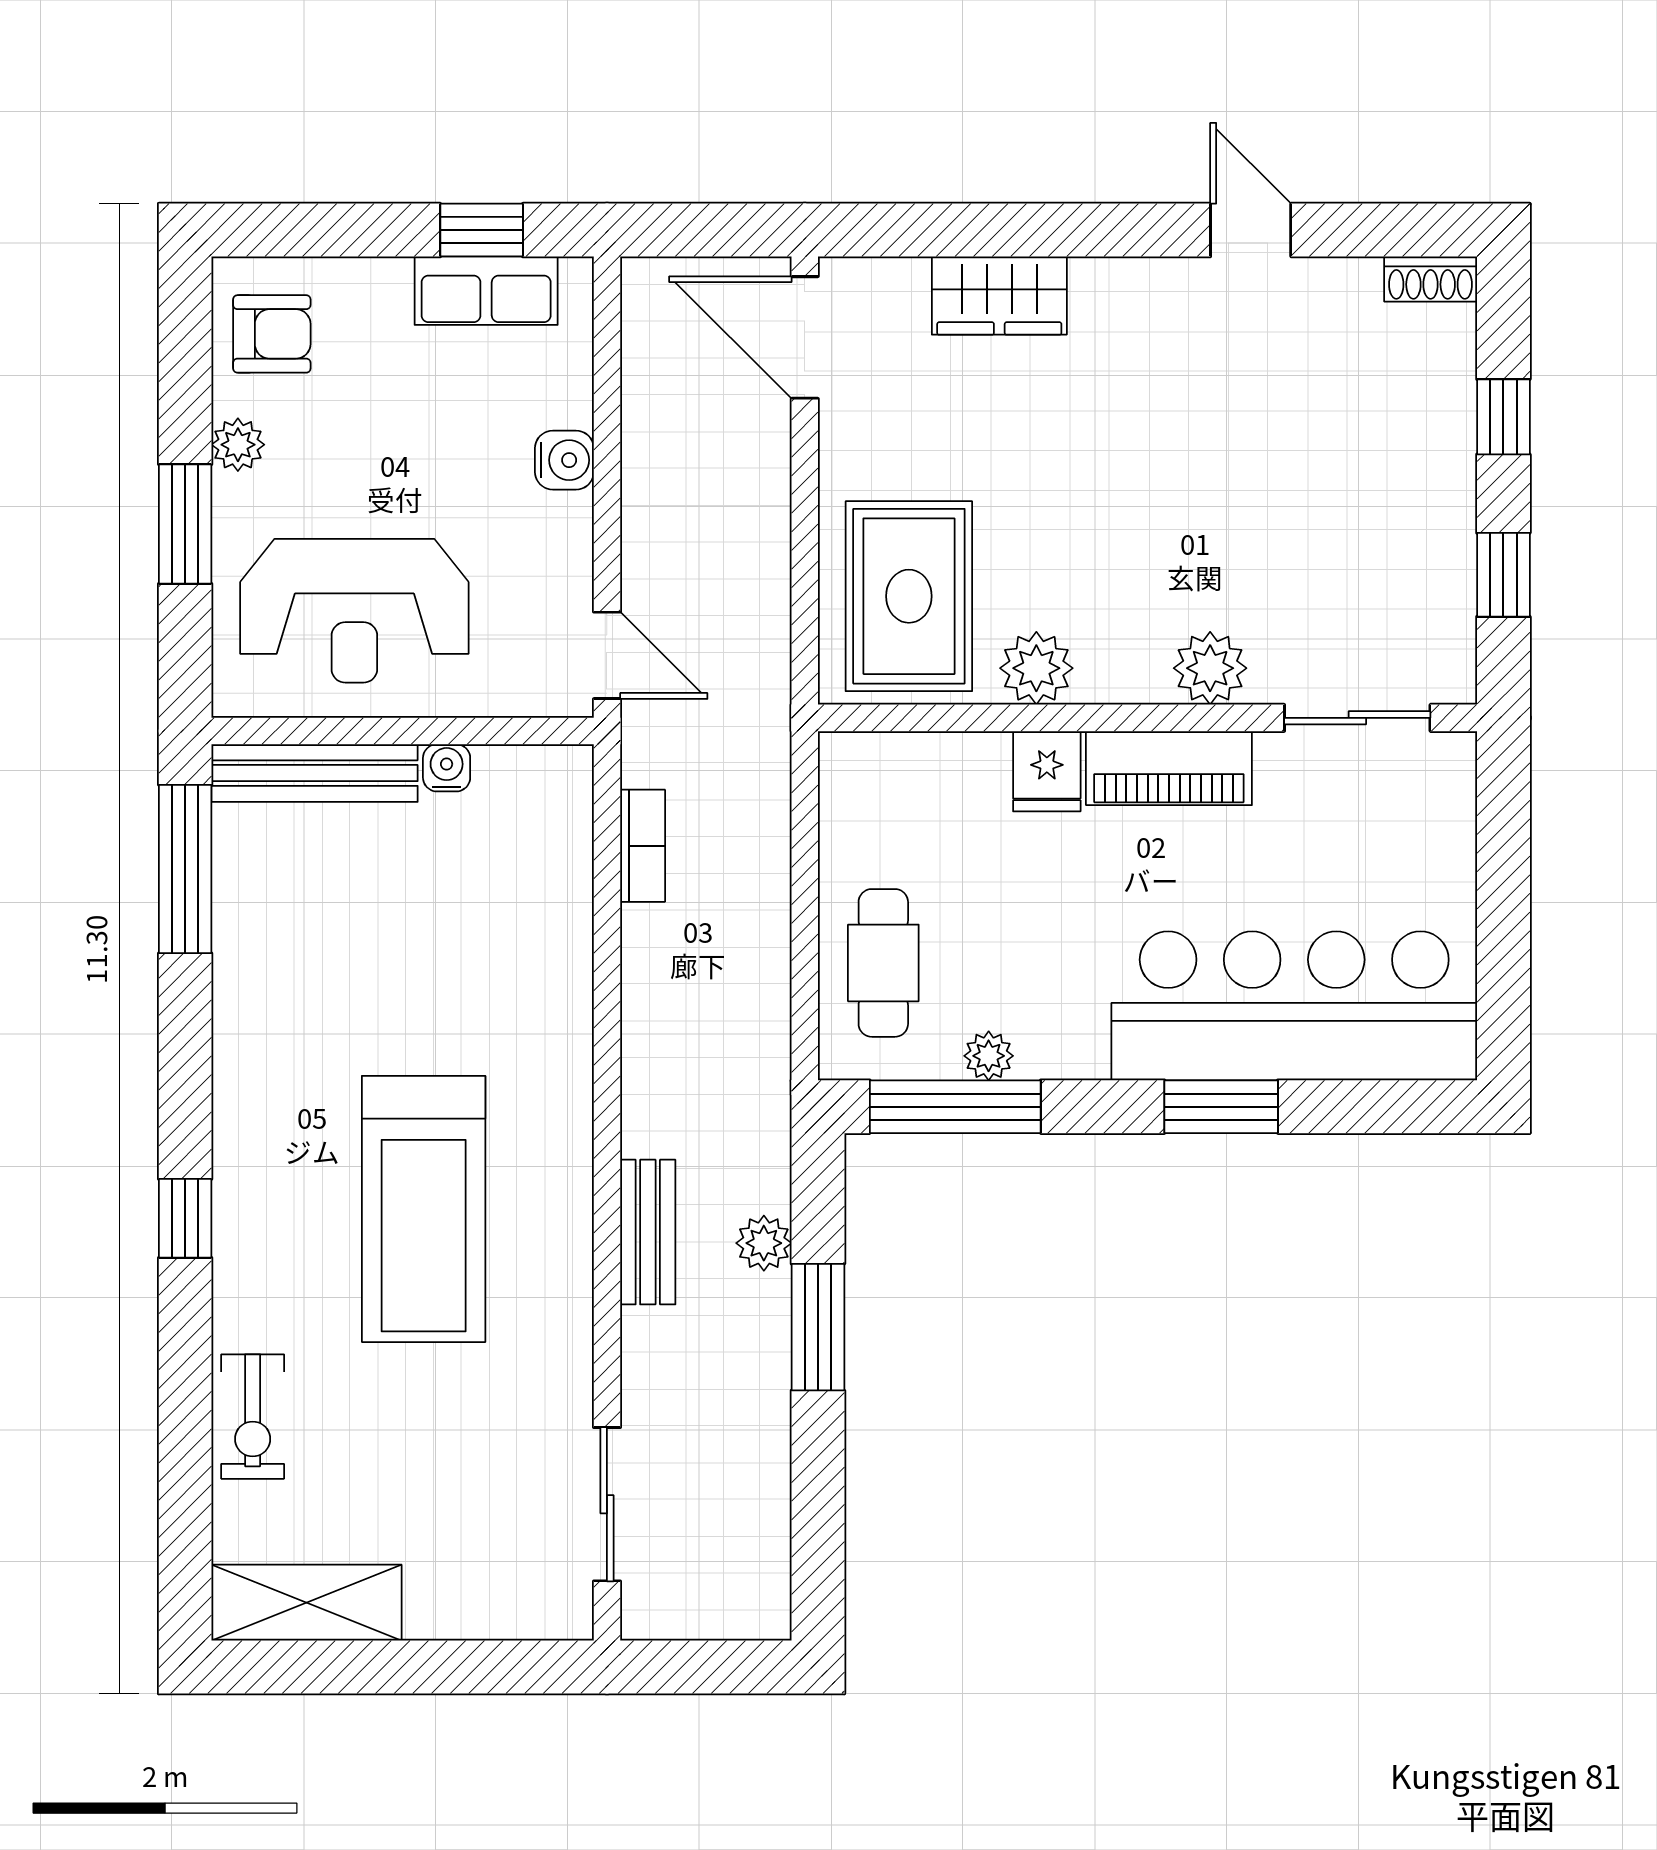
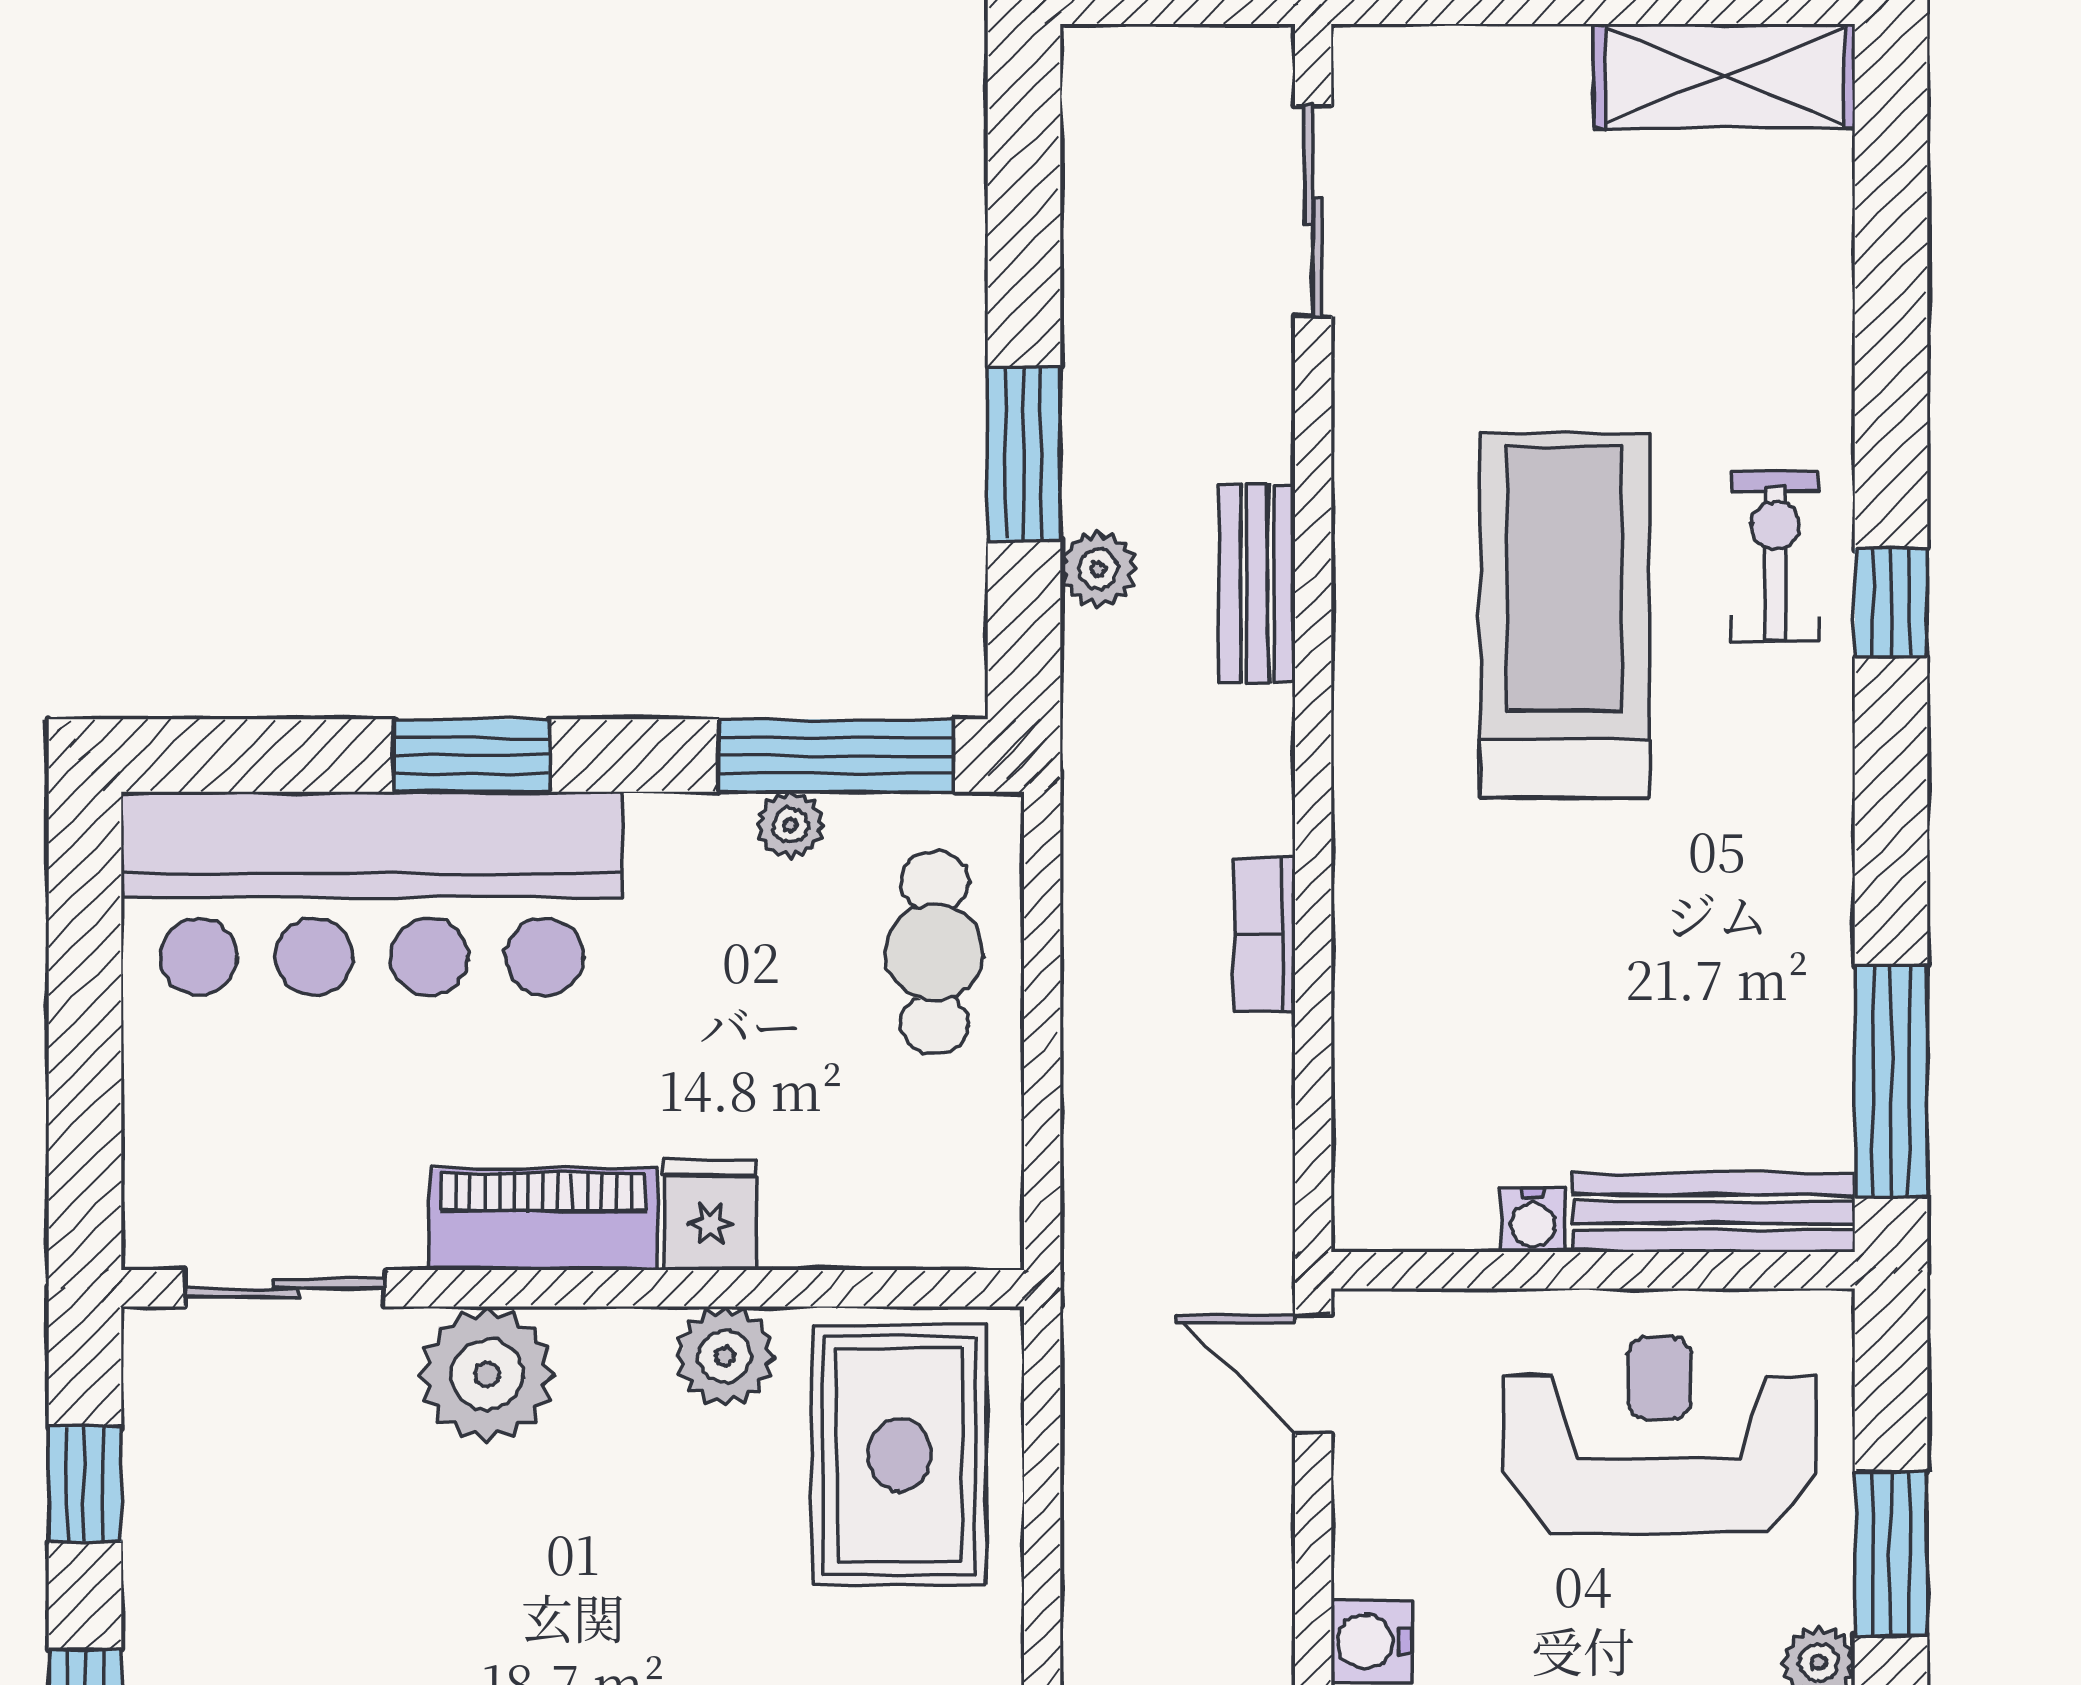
plant: (1210, 668) -> (487, 1375), width x1.36, depth x1.36
bookcase: (643, 846) -> (1264, 935), moved
exercise bike: (253, 1417) -> (1775, 556), moved

